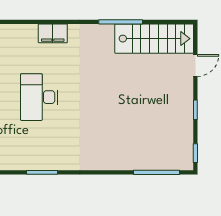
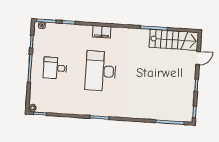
filing cabinet: (53, 33) -> (102, 32), moved
desk: (39, 97) -> (101, 71), width x1.36, depth x1.30

